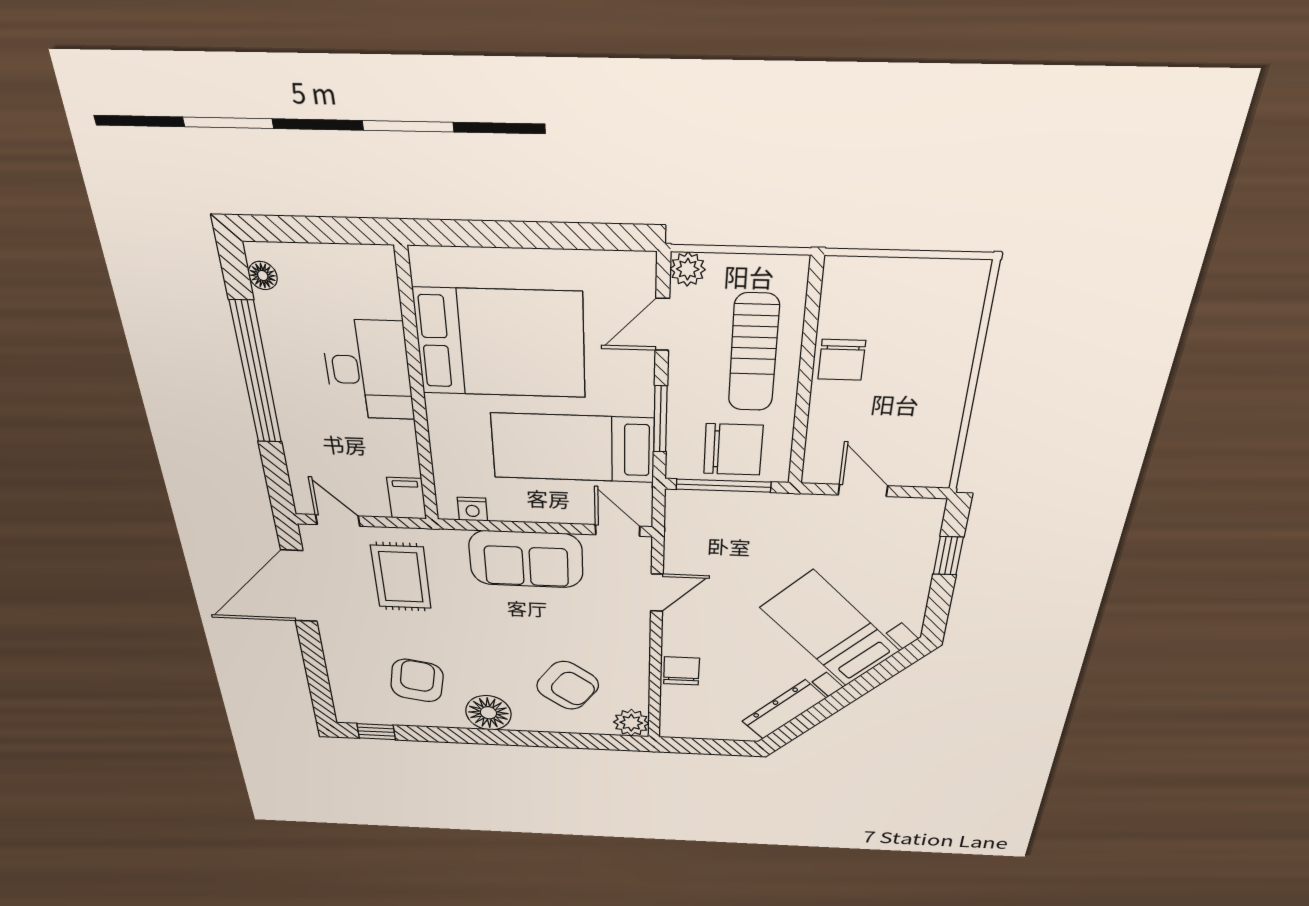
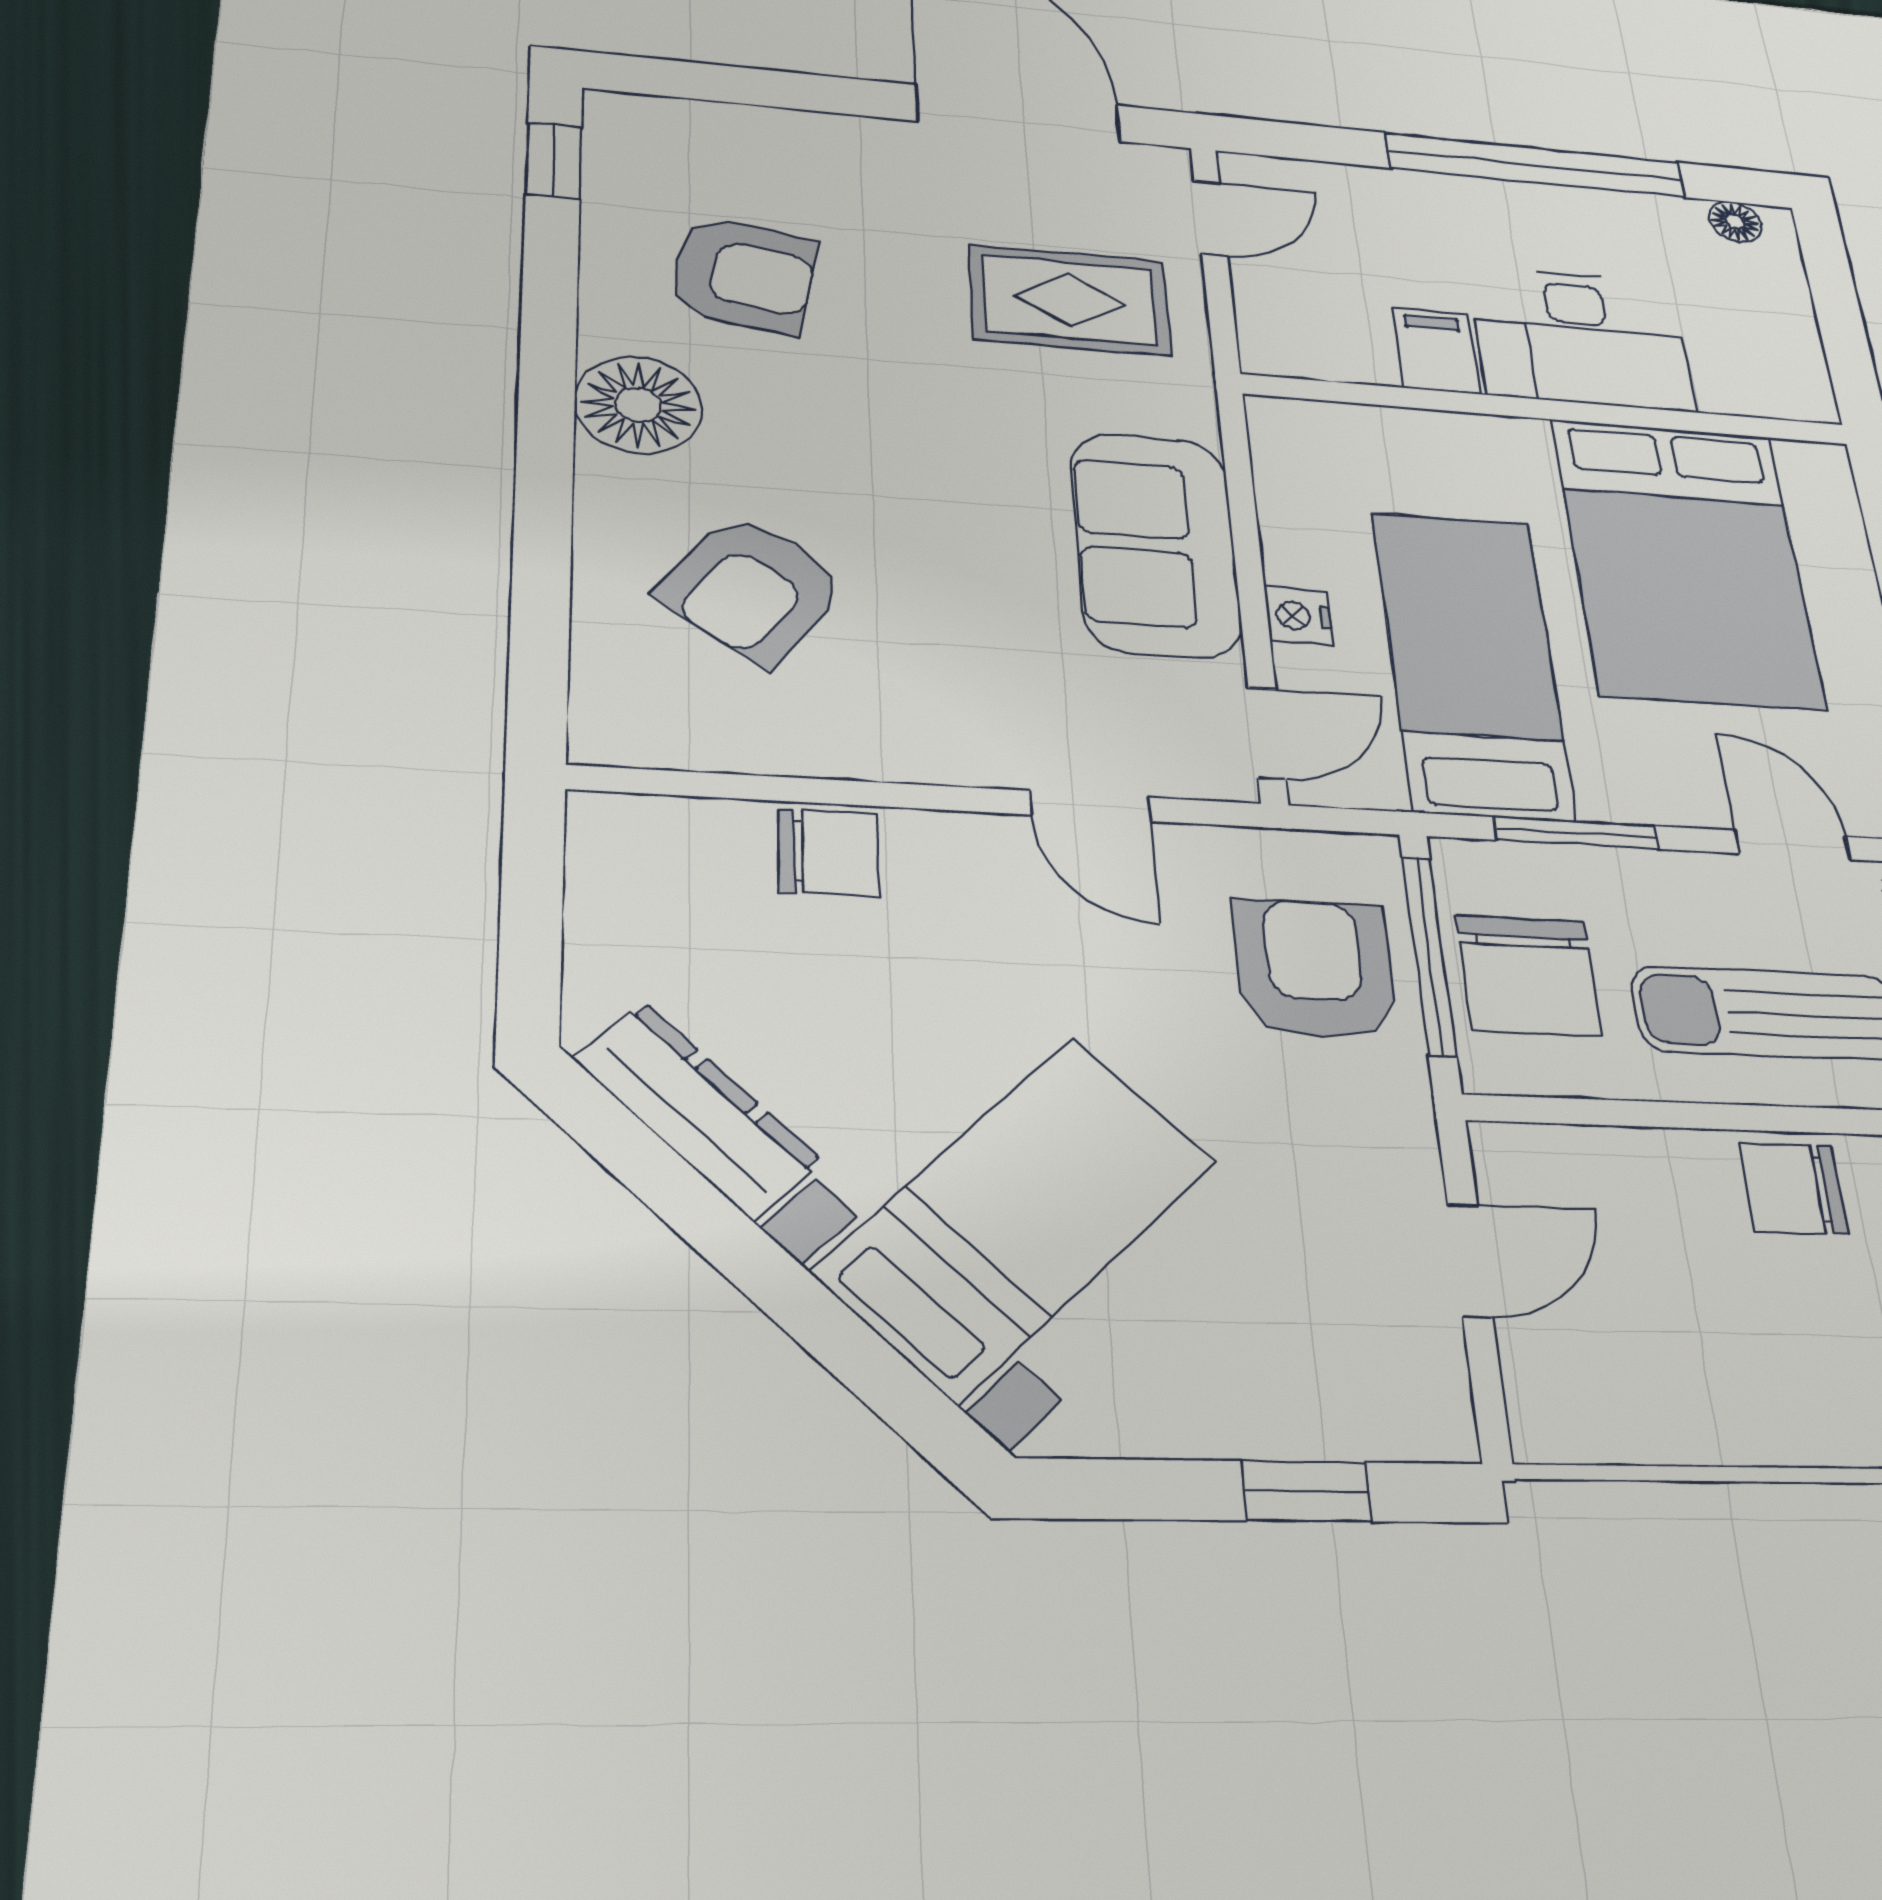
filing cabinet: (407, 498) -> (1436, 351), moved, turned -90
nightstand: (472, 509) -> (1298, 616), moved
armchair: (730, 527) -> (1314, 969), added
plant: (631, 723) -> (620, 725), removed

